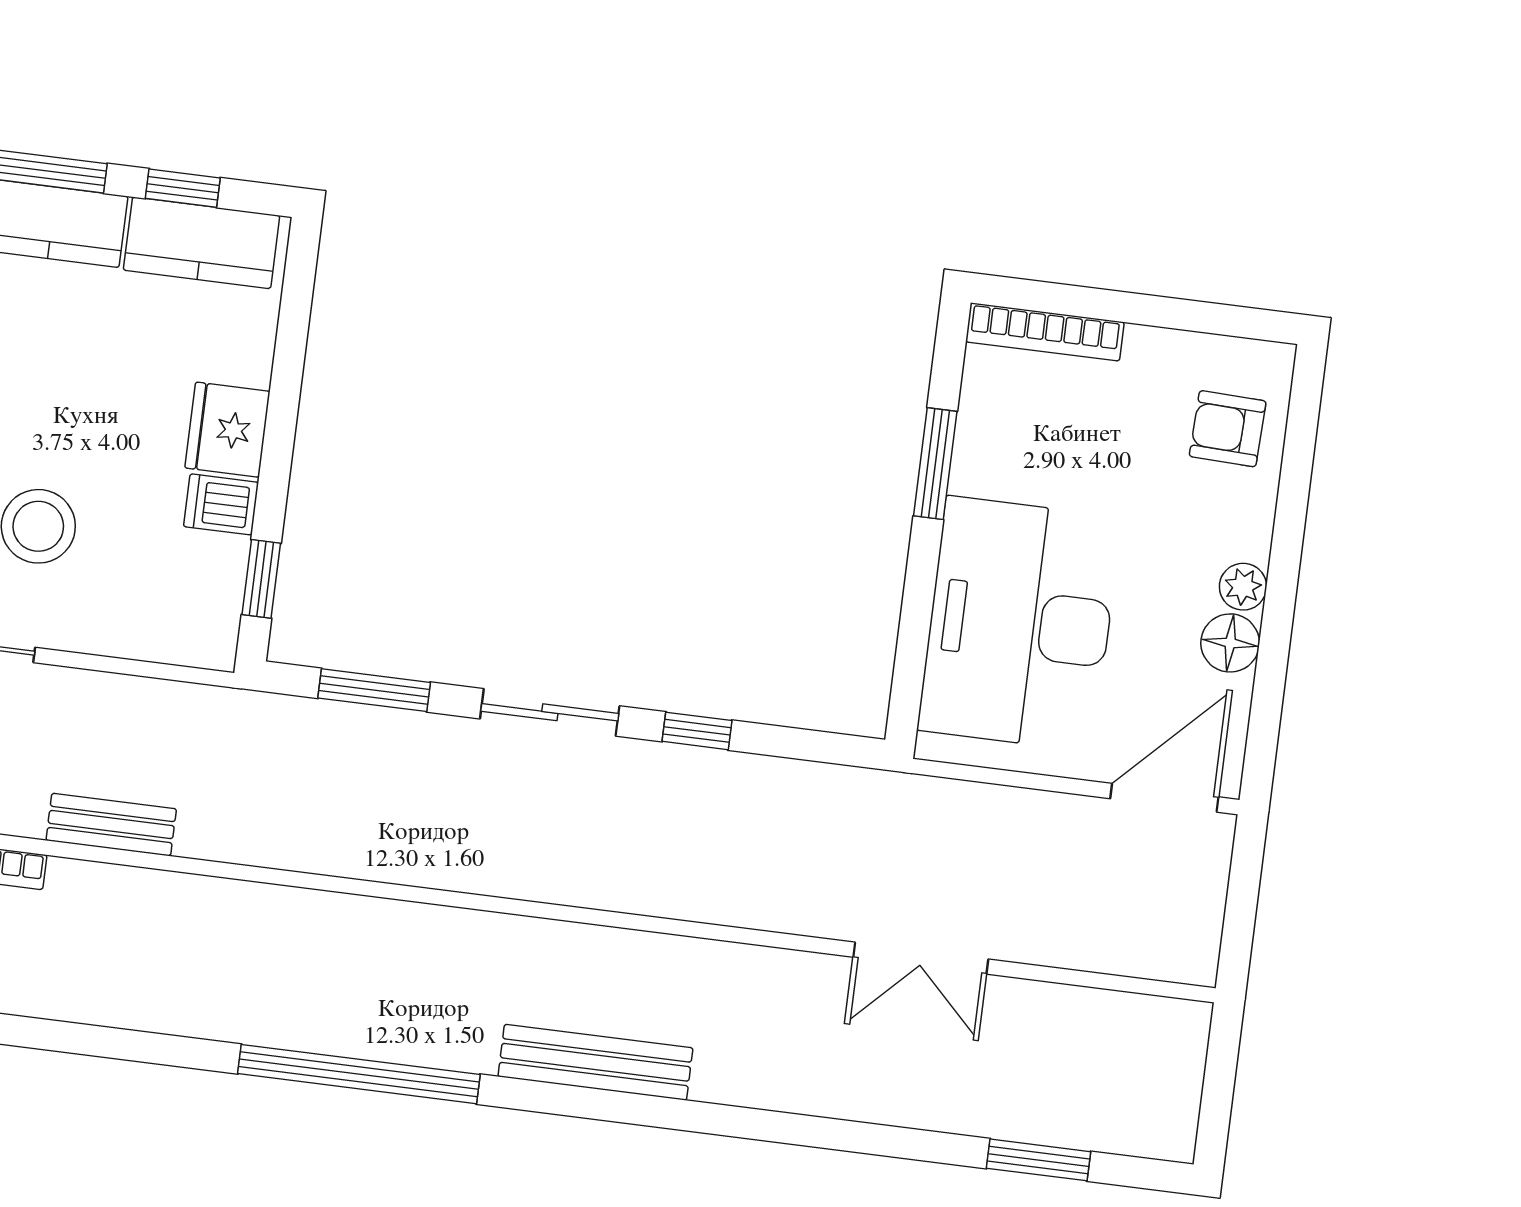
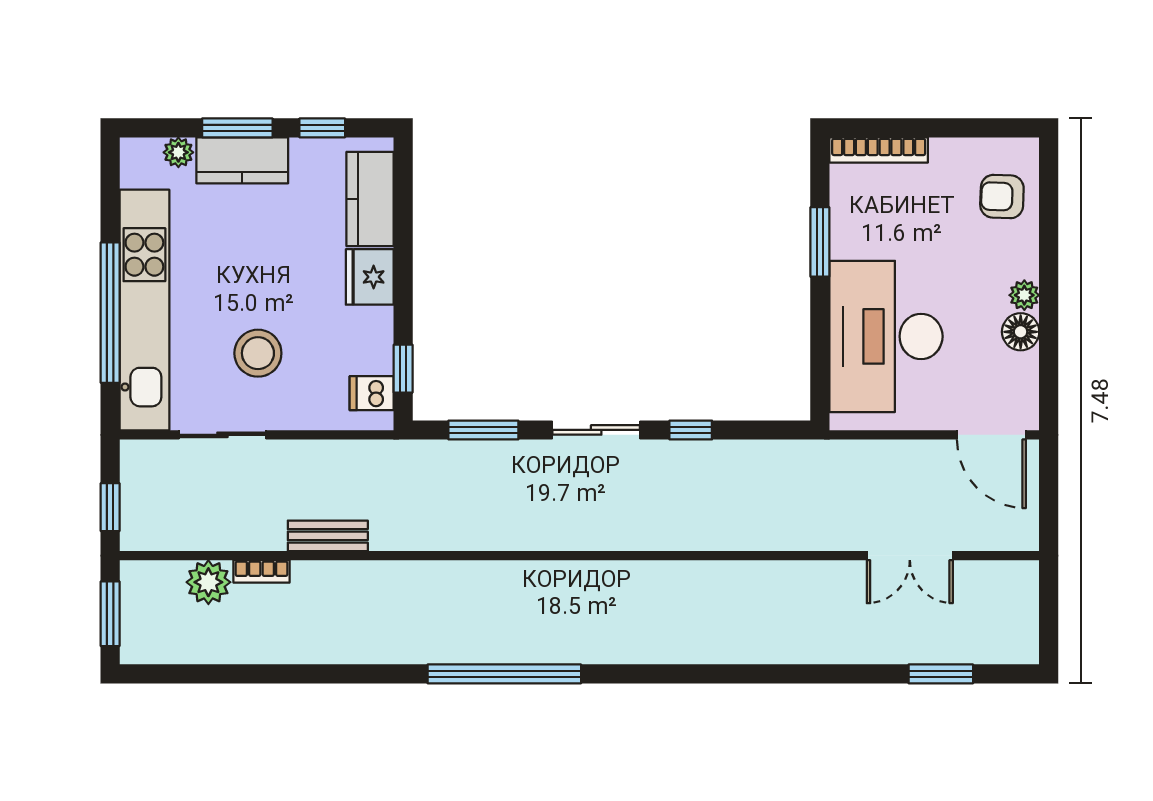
kitchen counter: (202, 243) -> (370, 199), moved, turned 90
dishwasher: (221, 504) -> (372, 393), moved
door: (1164, 798) -> (991, 435), swing flipped
double door: (921, 958) -> (910, 556), moved
bench: (595, 1062) -> (653, 647), removed

